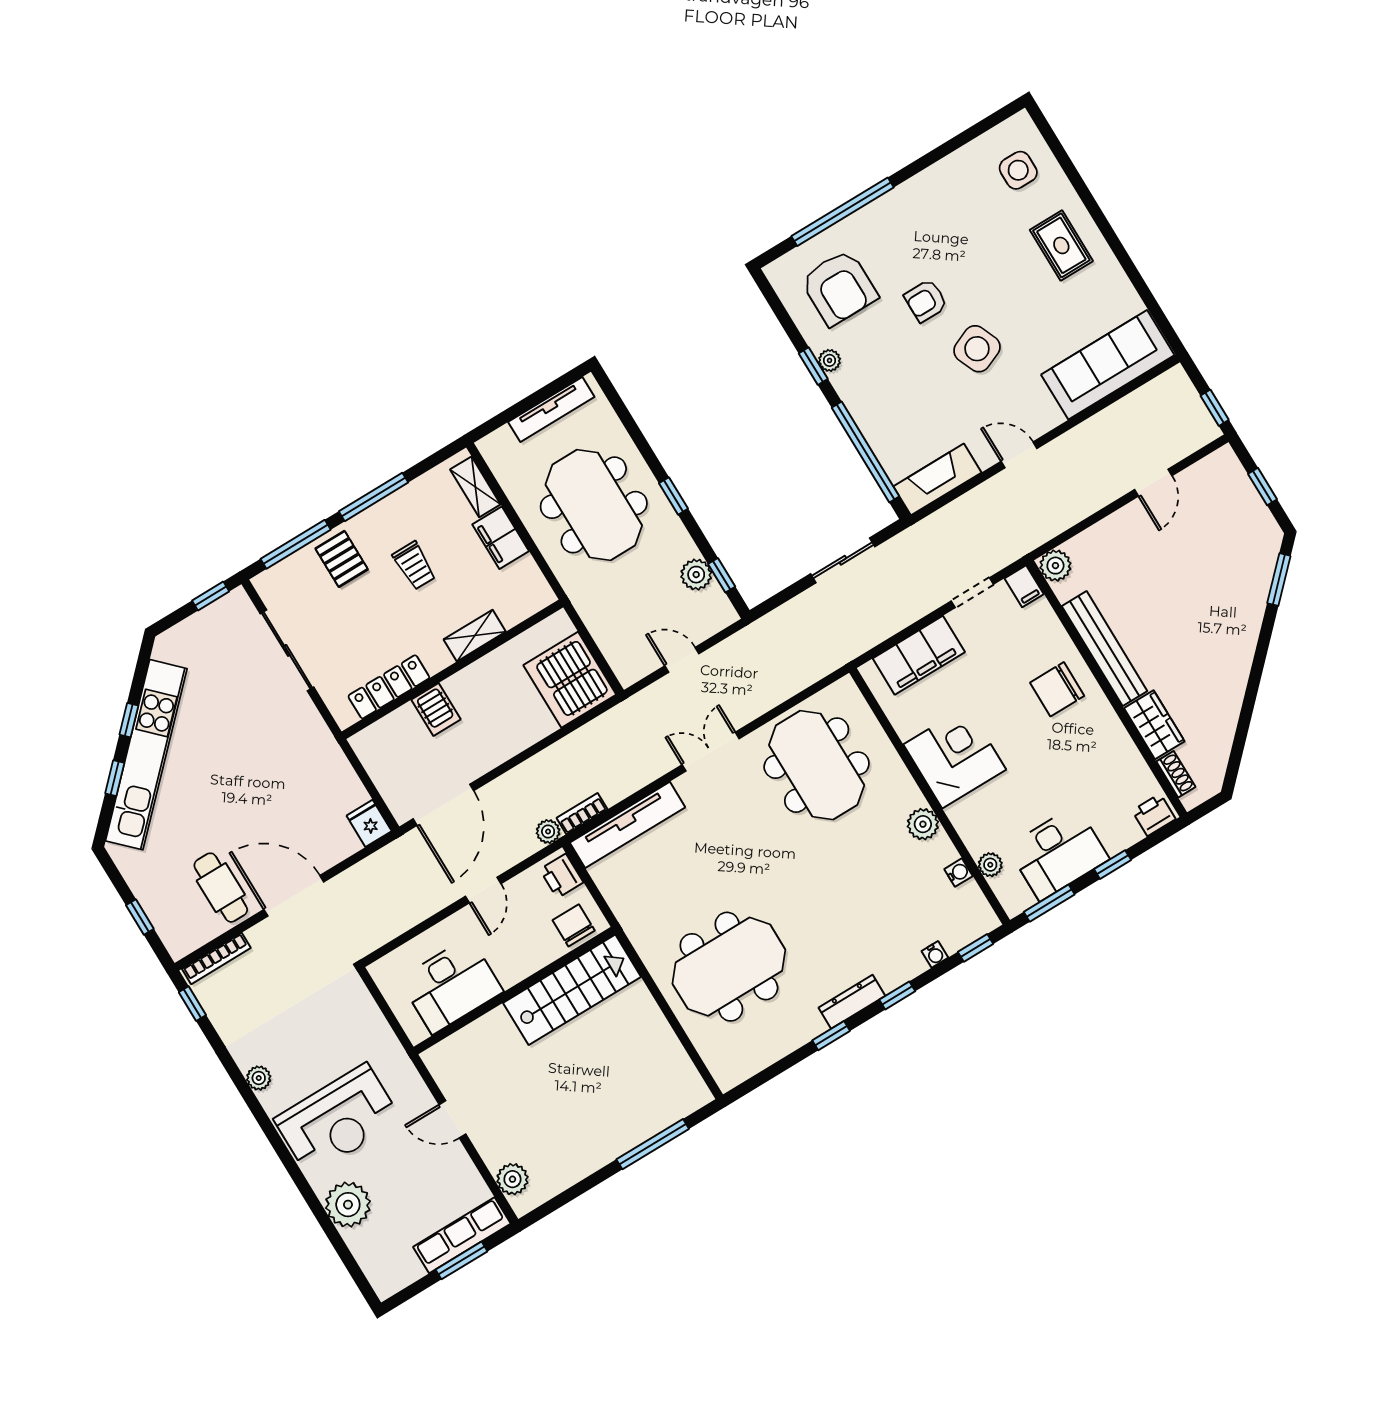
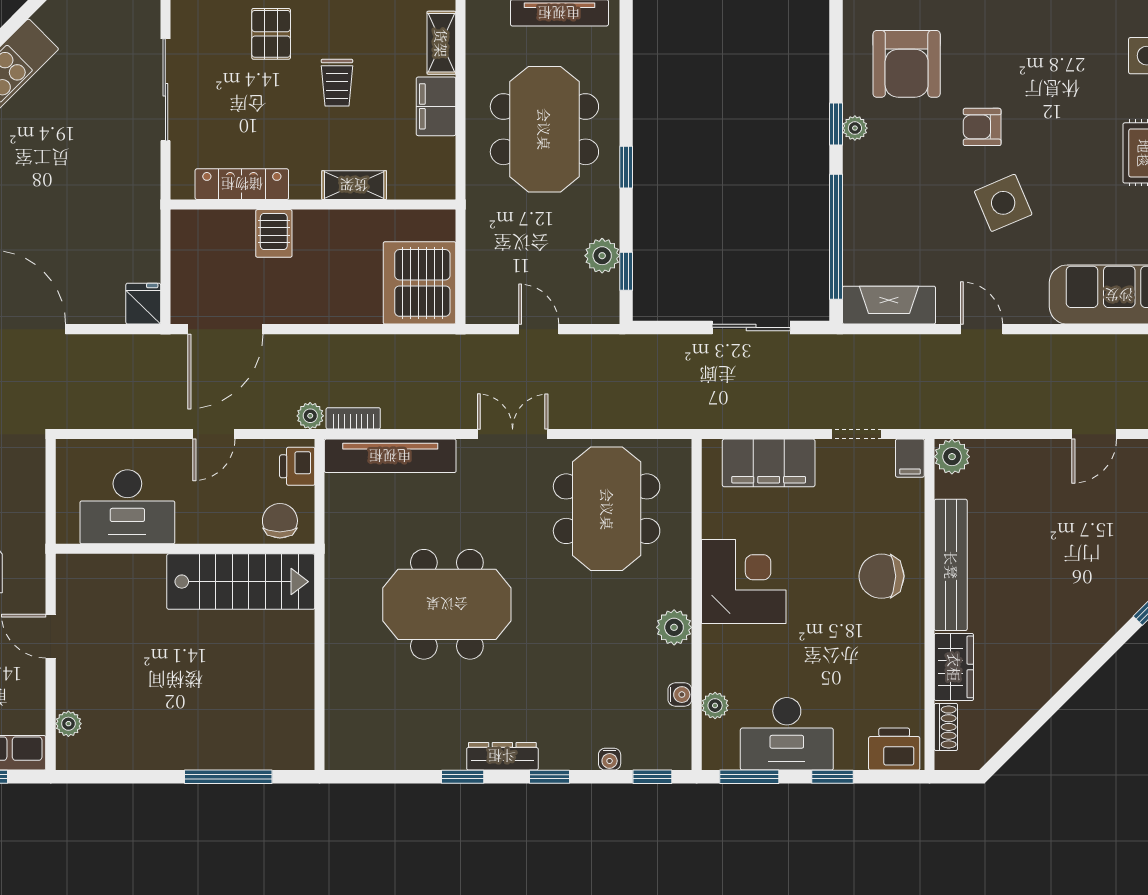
printer: (1154, 815) -> (894, 749), width x1.36, depth x1.24
meeting table: (729, 967) -> (447, 604), moved
plant: (512, 1179) -> (68, 724), width x0.73, depth x0.73

